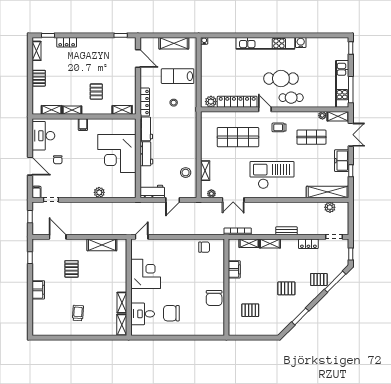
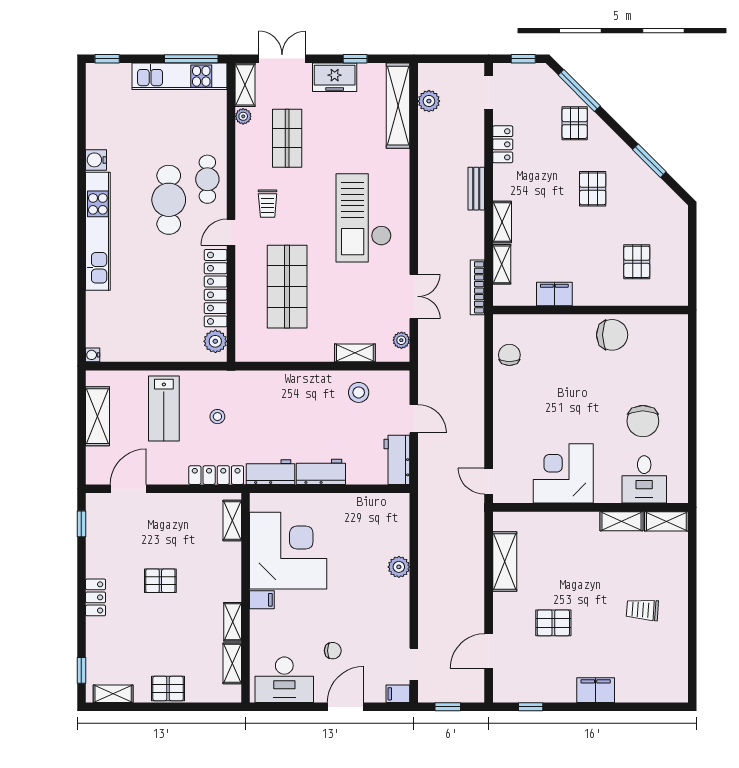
locker: (67, 42) -> (96, 597), moved
pallet: (96, 92) -> (160, 581), moved
corner desk: (117, 154) -> (288, 551), moved, turned -90

